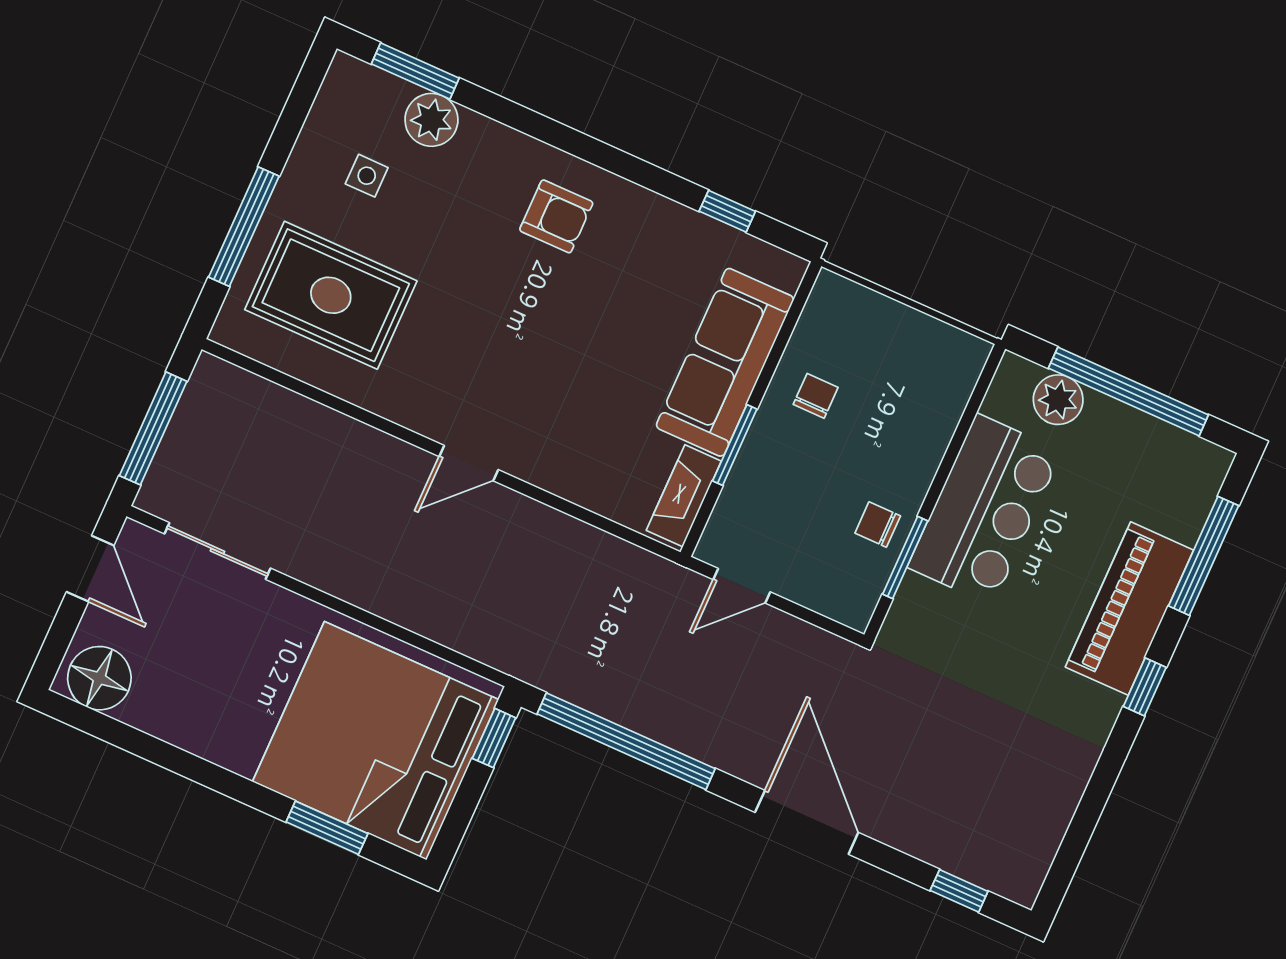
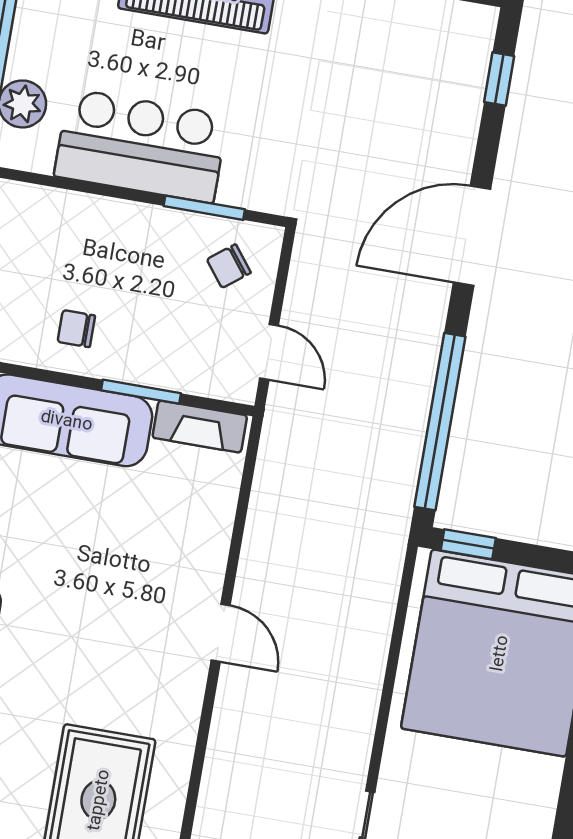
chair: (878, 525) -> (229, 266), moved, turned 52

